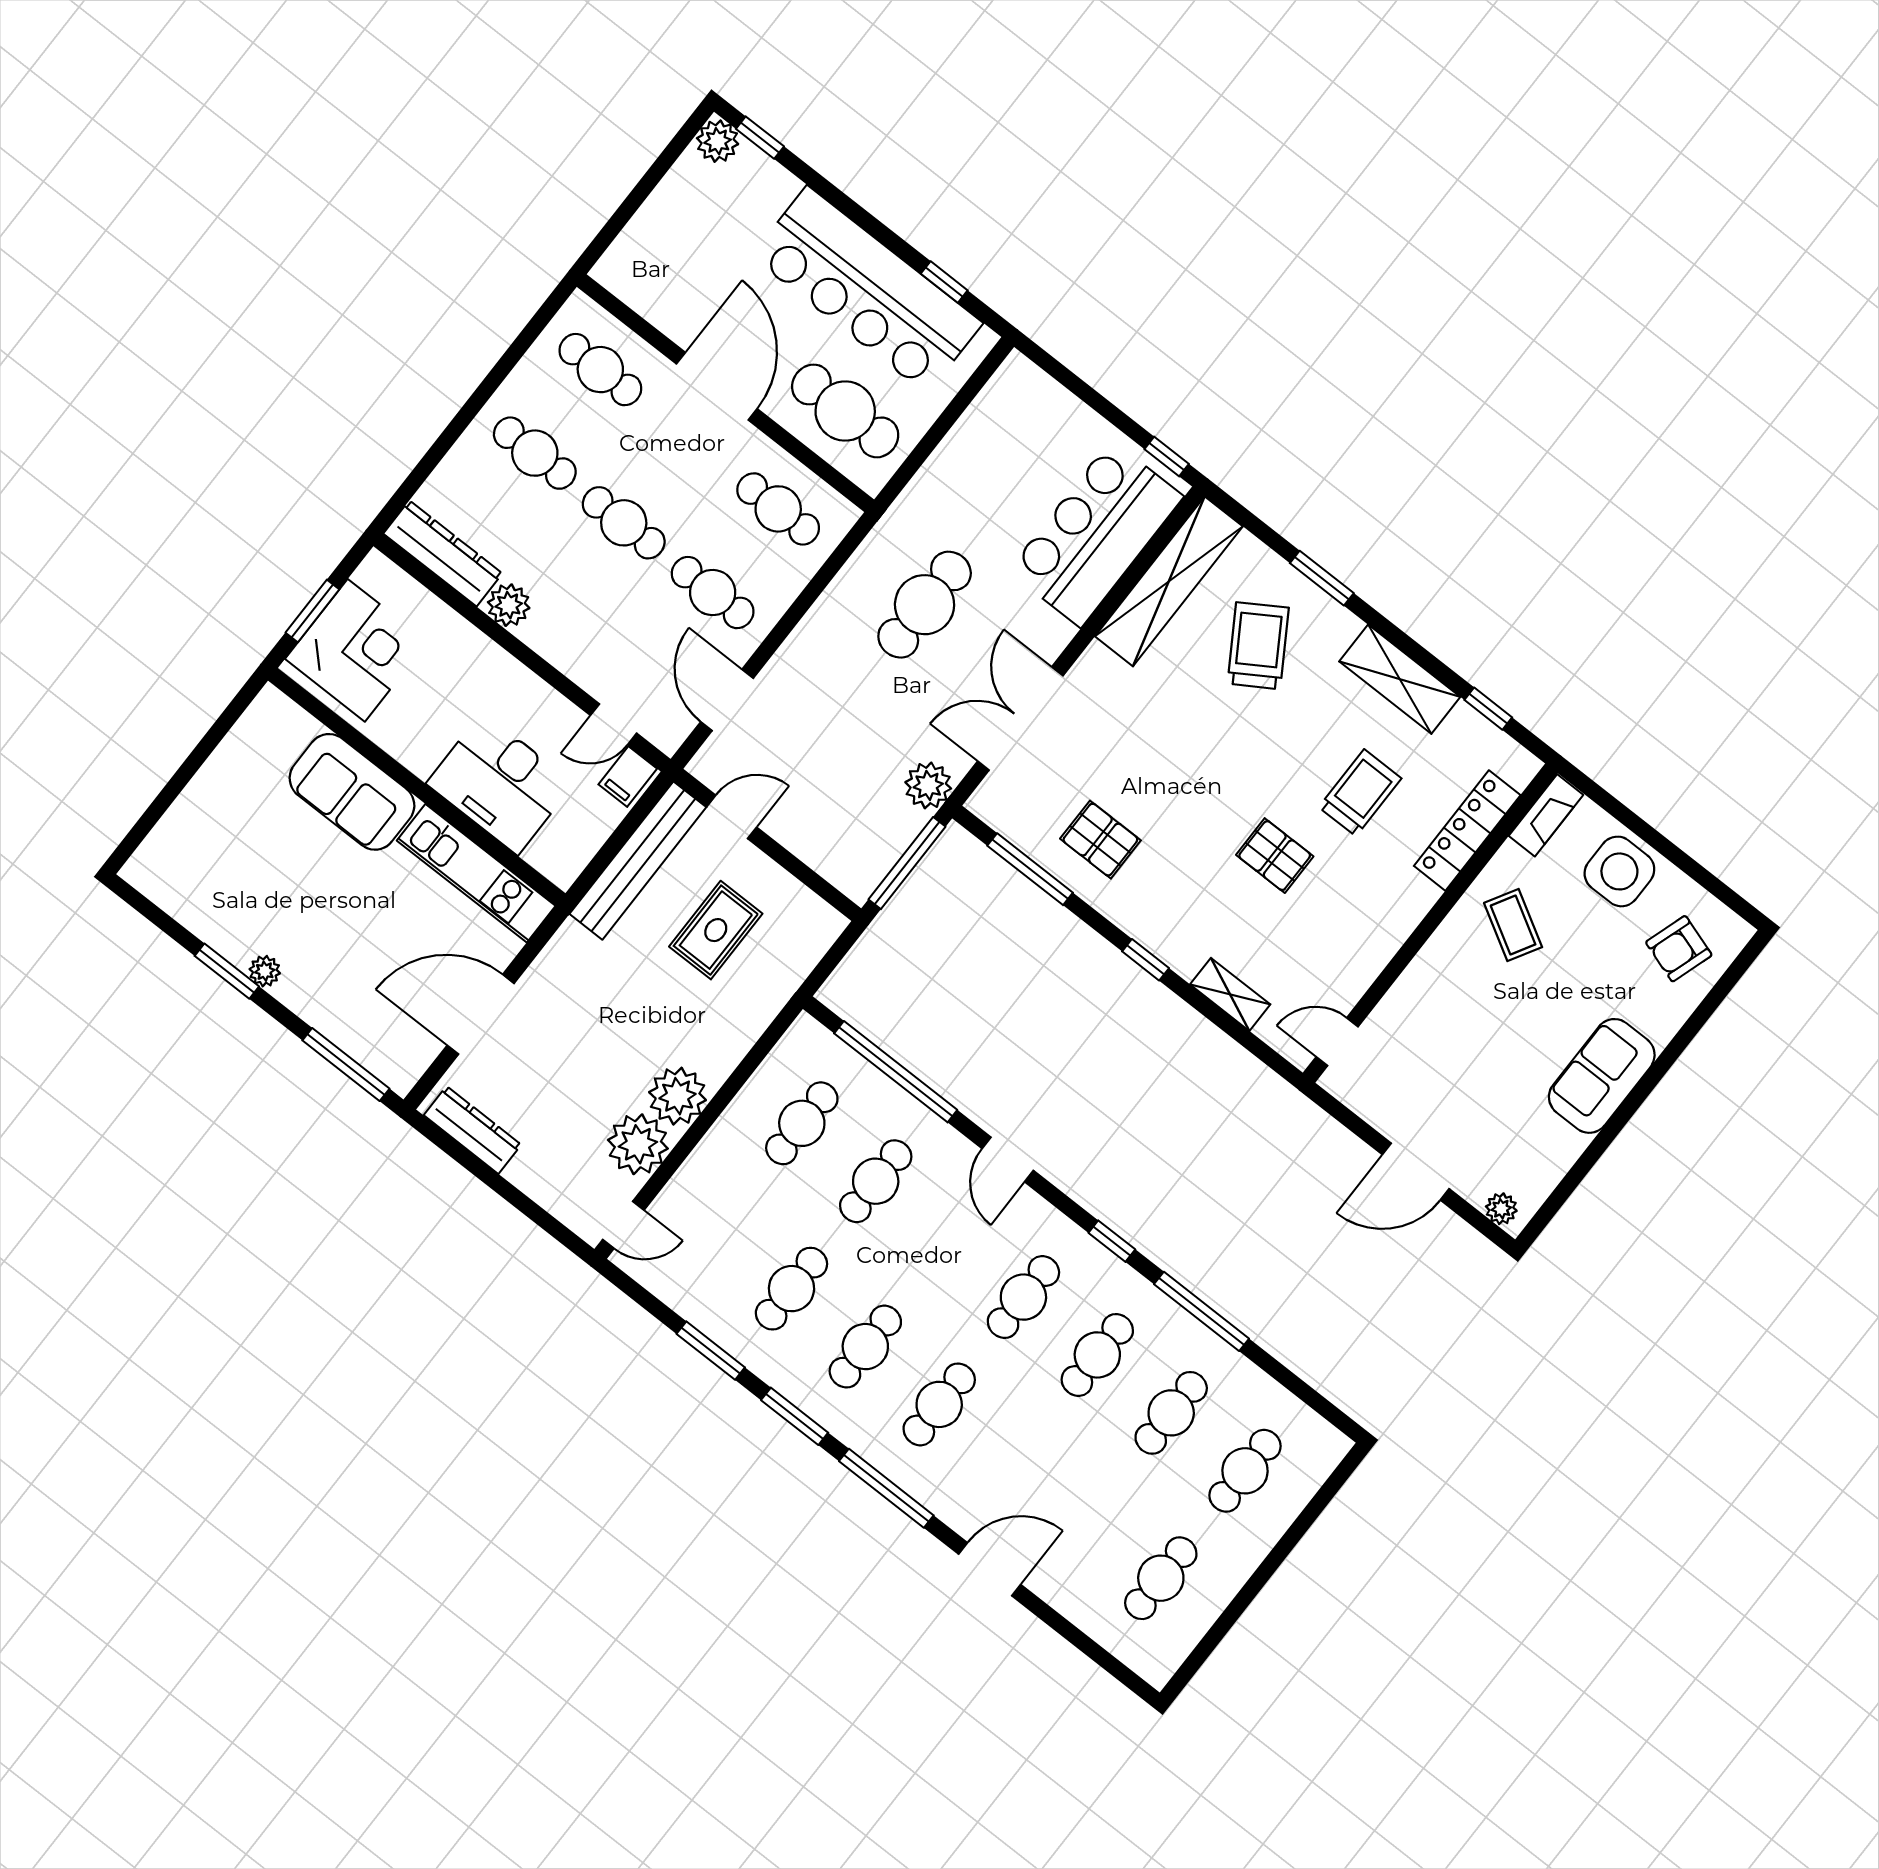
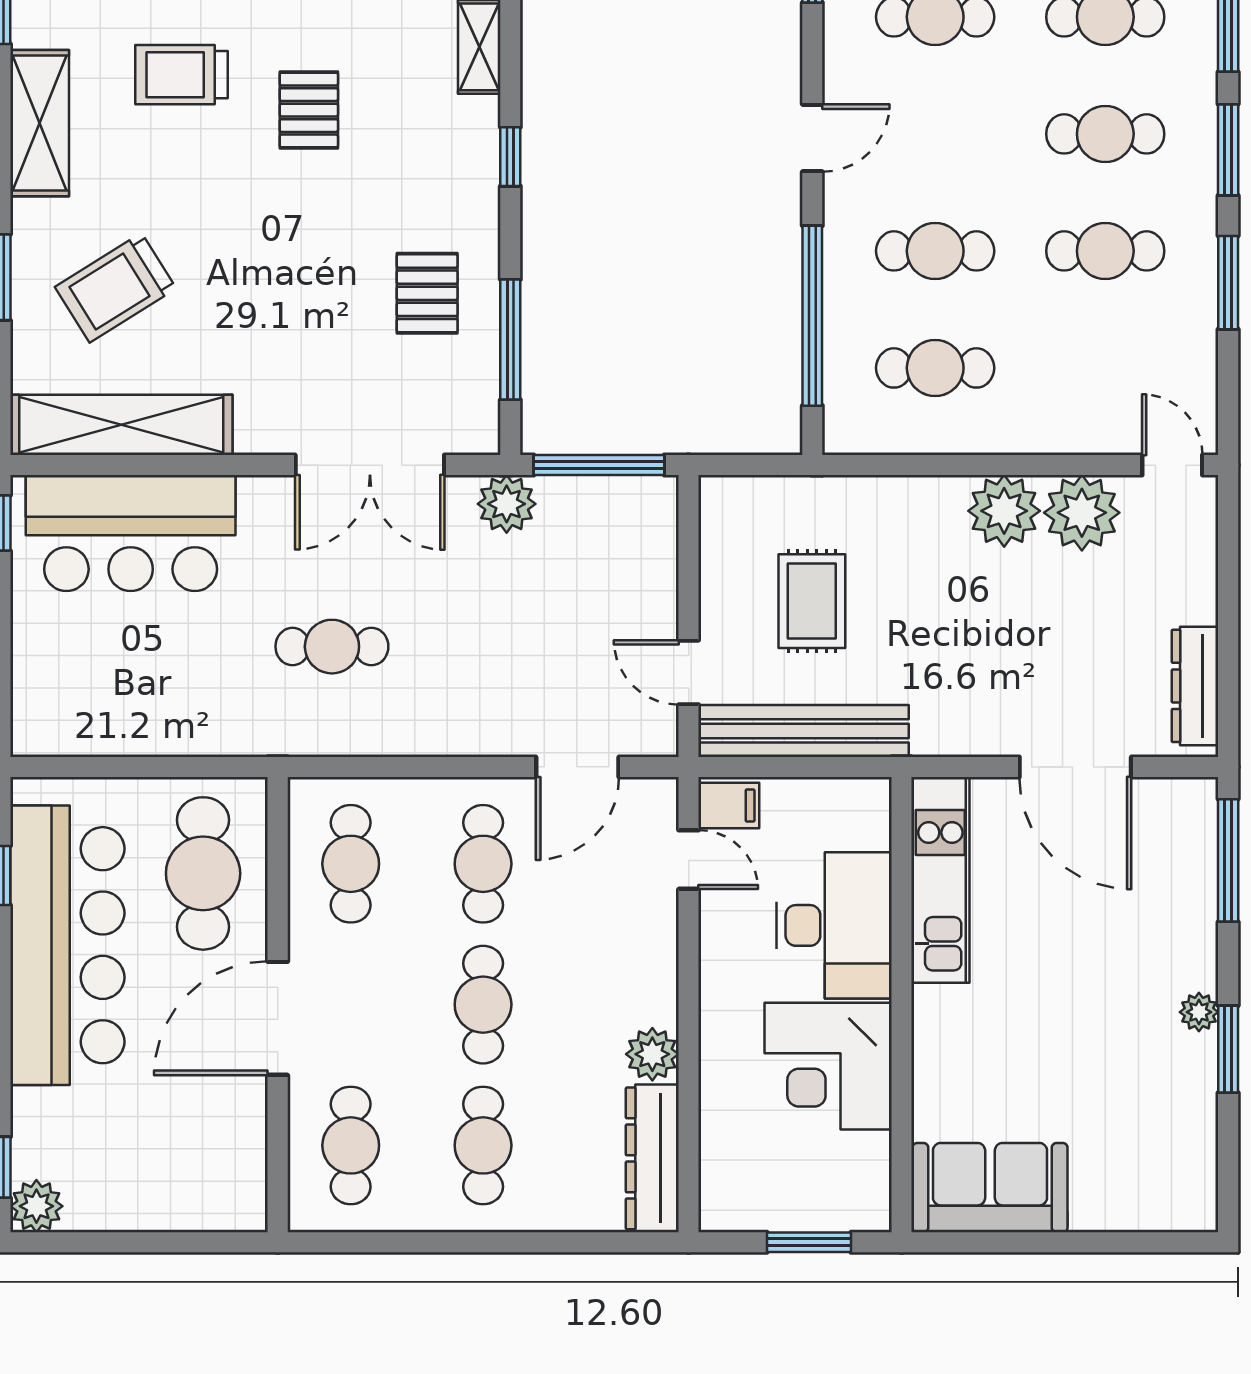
cafe table: (925, 605) -> (332, 647), width x0.73, depth x0.74
corner desk: (356, 650) -> (828, 1066), moved, turned -90
sofa: (352, 792) -> (990, 1188), moved, turned -90
rug: (716, 930) -> (812, 601), turned 90

